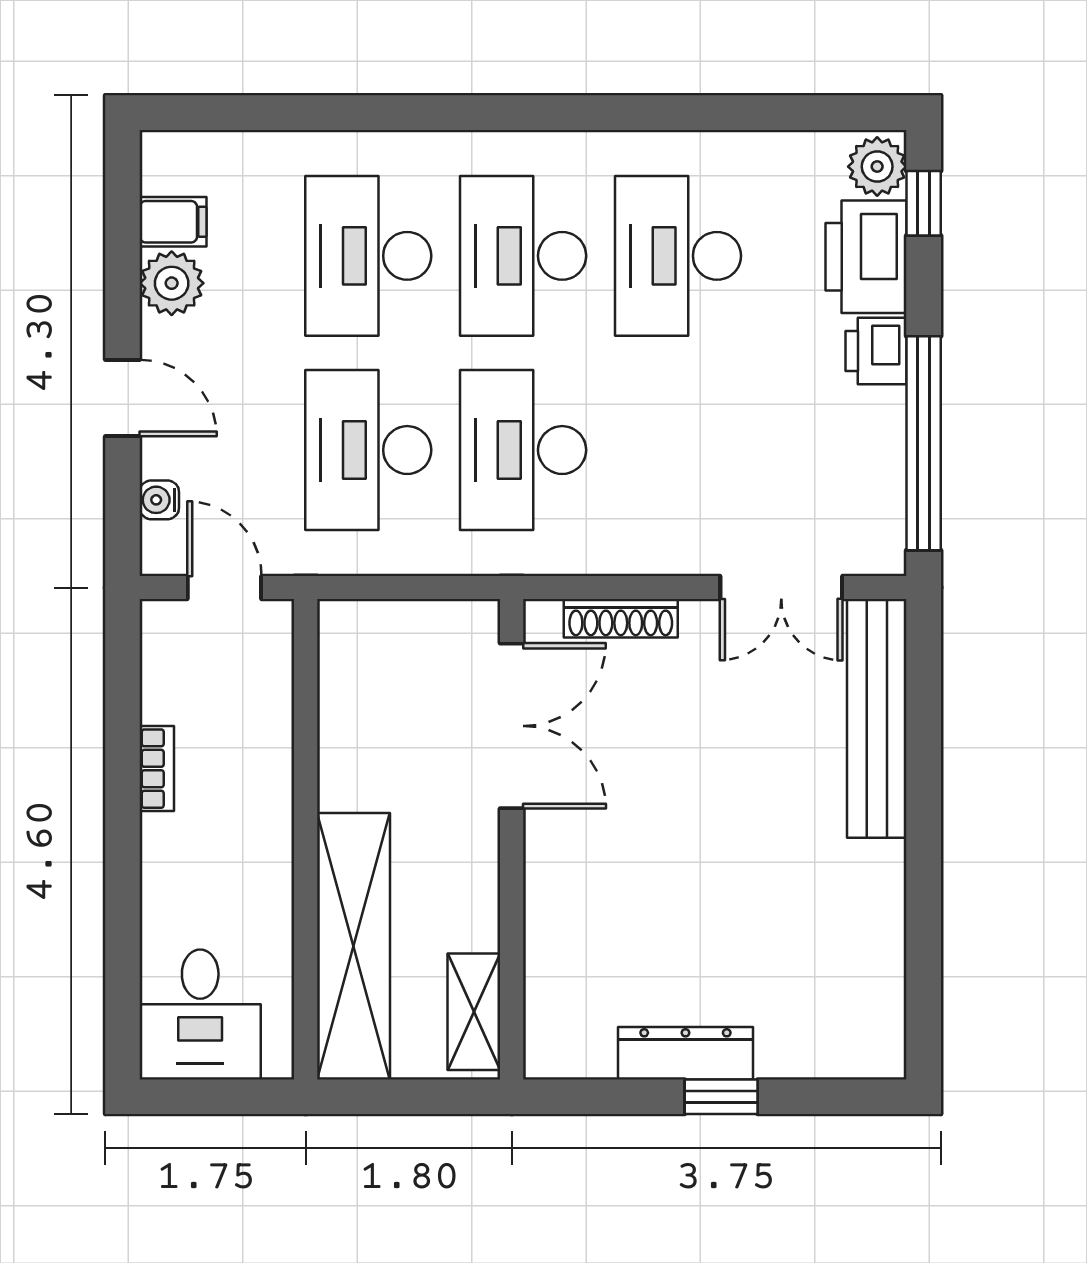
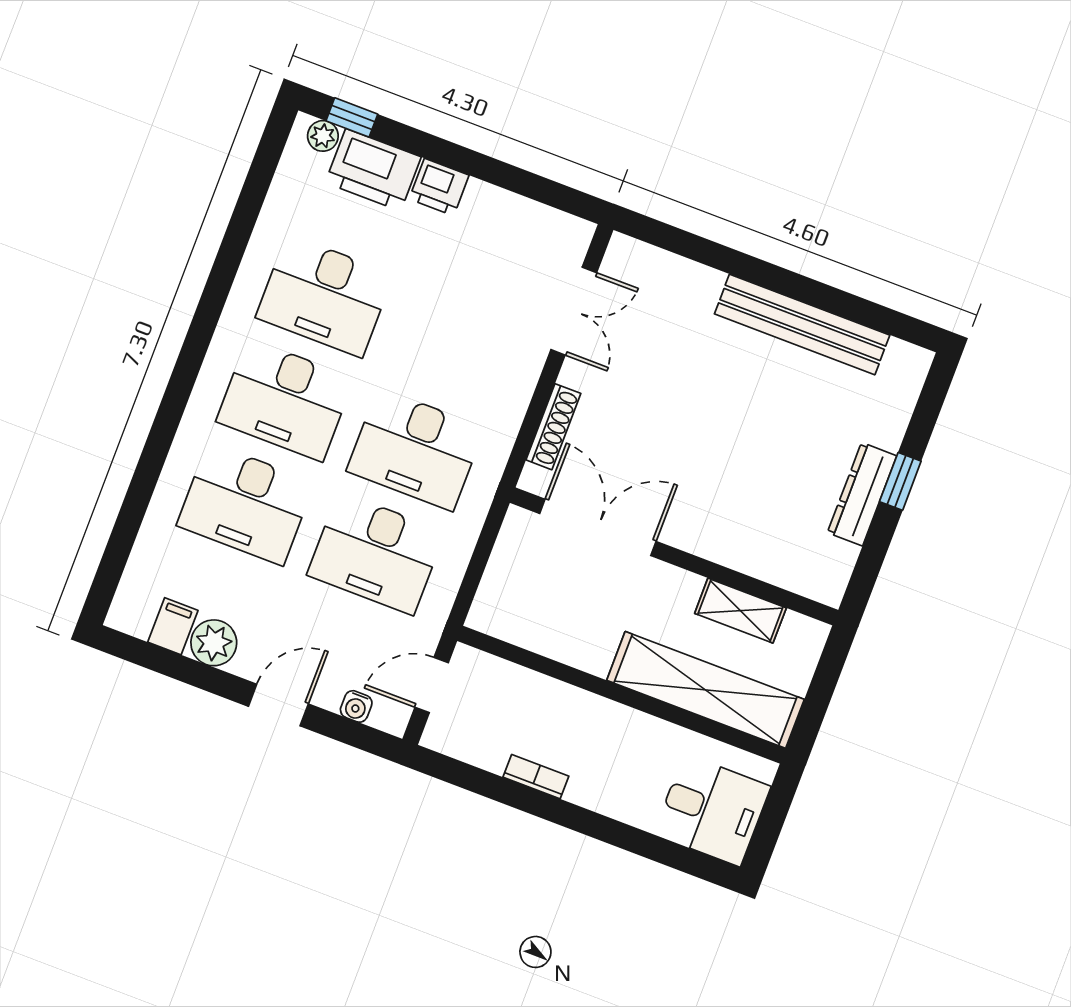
plant: (877, 167) -> (323, 136), width x0.73, depth x0.73
window: (924, 443) -> (513, 179), removed
bench: (877, 718) -> (802, 325), moved
shelving: (474, 1012) -> (740, 611), moved

